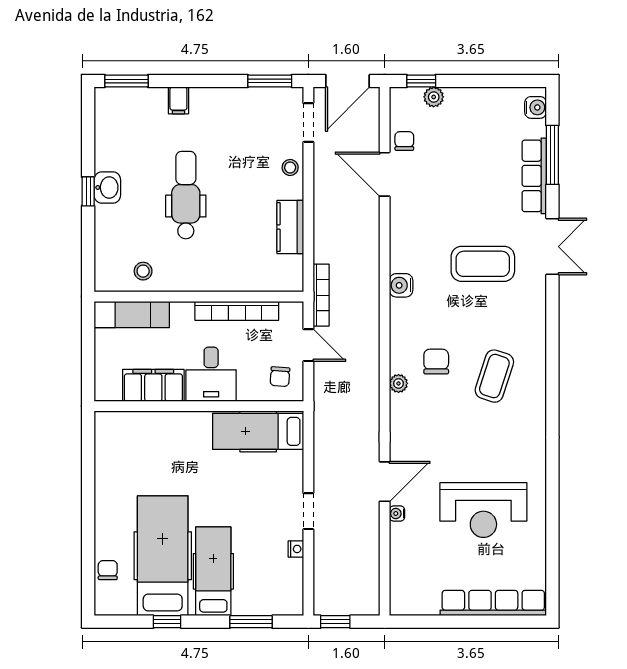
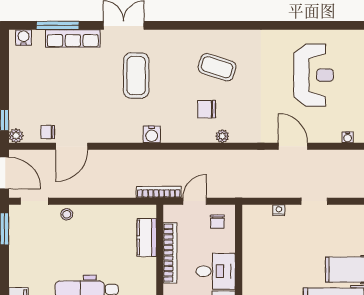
plant: (434, 97) -> (16, 136), moved
kitchen counter: (290, 227) -> (147, 237), moved, turned 90
chair: (280, 377) -> (217, 222), turned 86
hospital bed: (258, 431) -> (257, 237), removed
water cooler: (397, 514) -> (348, 137), moved
nightstand: (296, 549) -> (279, 210), moved

